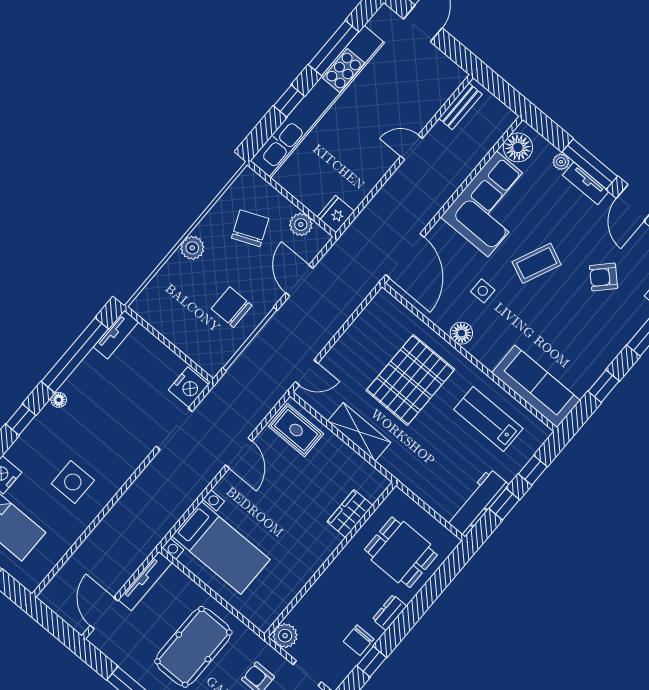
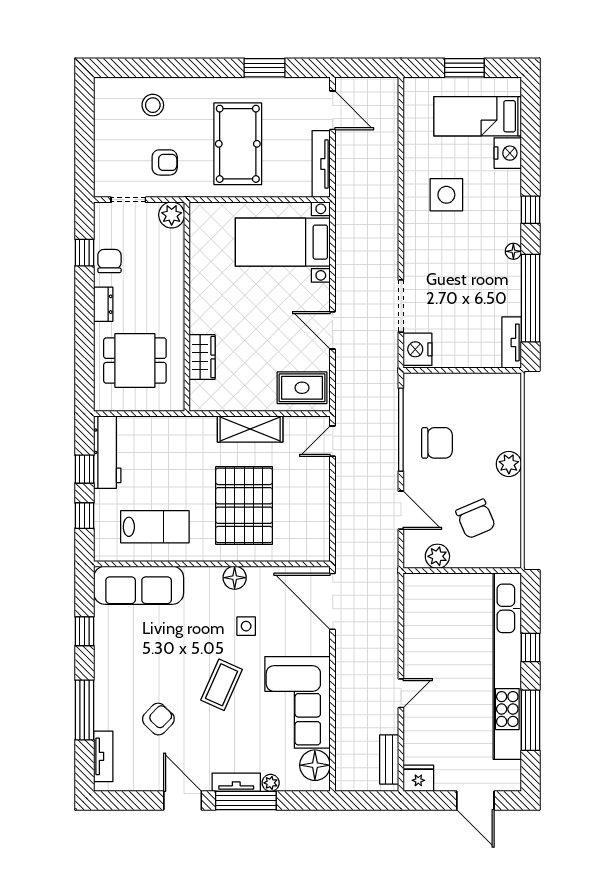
fridge: (336, 214) -> (418, 778), moved, turned -90

